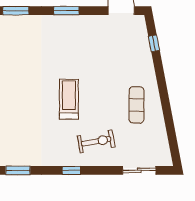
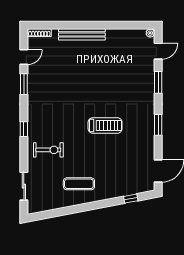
treadmill: (69, 99) -> (105, 126), moved
exercise bike: (96, 141) -> (48, 150), turned -80

